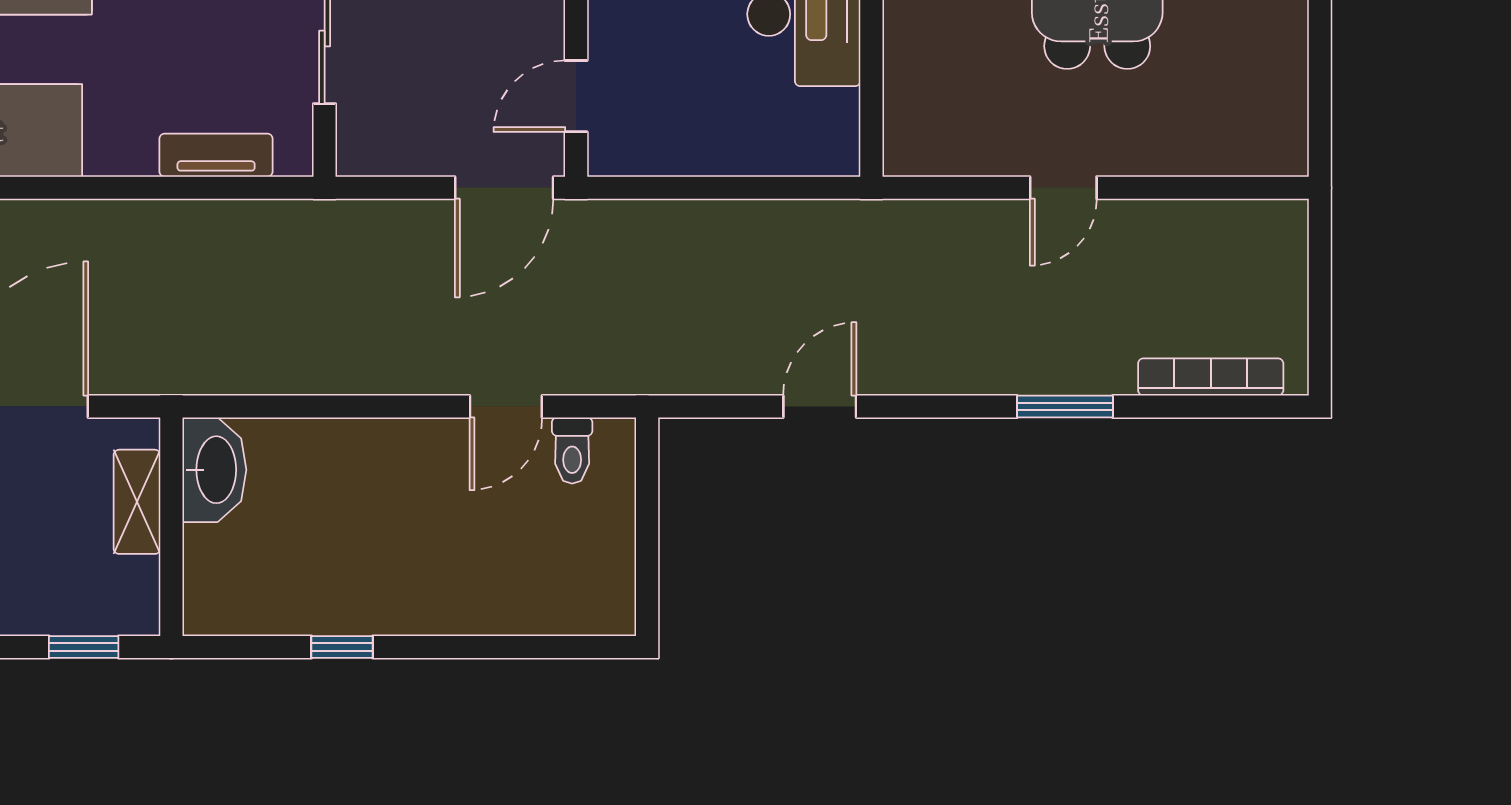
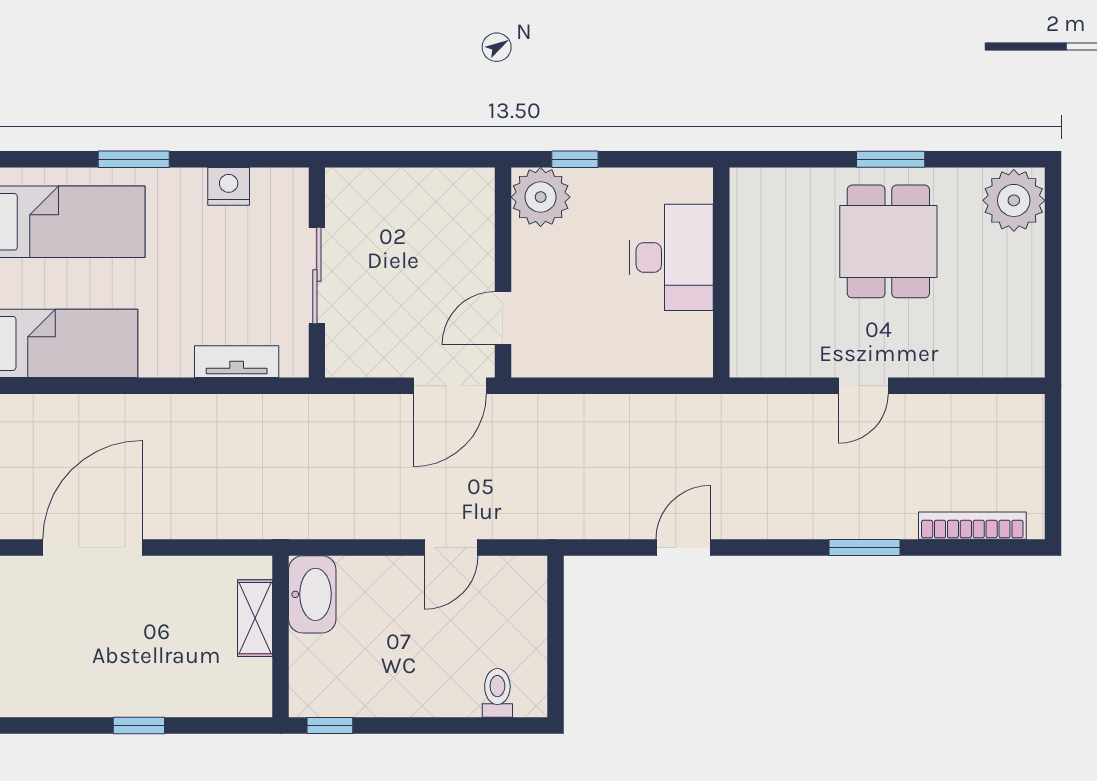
toilet: (572, 450) -> (497, 693), moved, turned 180
washbasin: (214, 470) -> (312, 594), moved
shelving: (137, 502) -> (255, 618), moved
wall: (171, 527) -> (280, 637), moved

